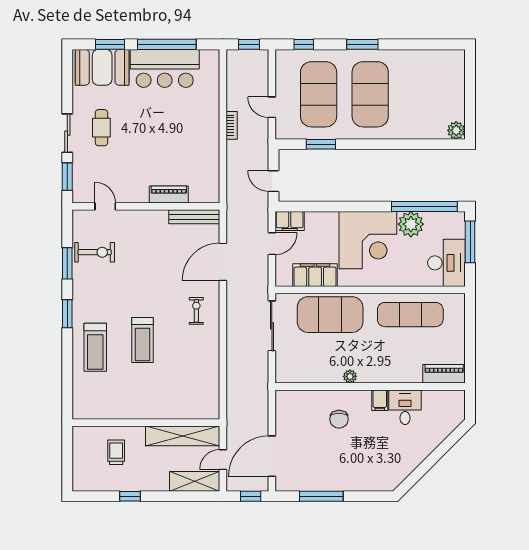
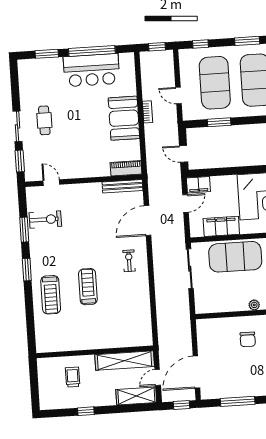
booth: (102, 67) -> (124, 118), moved, turned 90
piano: (169, 194) -> (126, 168), moved
treadmill: (143, 340) -> (88, 287), turned 180

